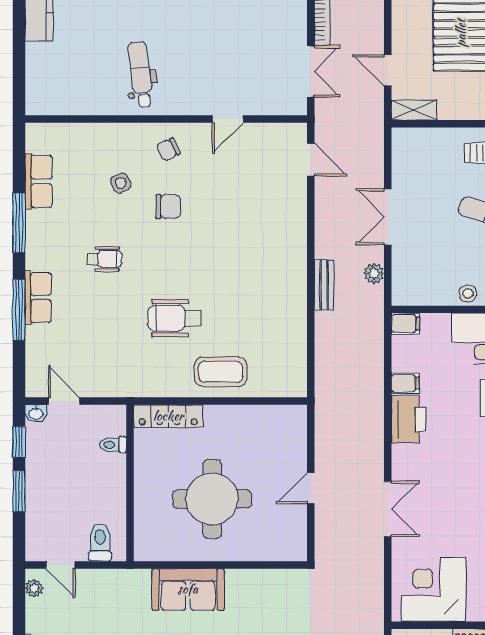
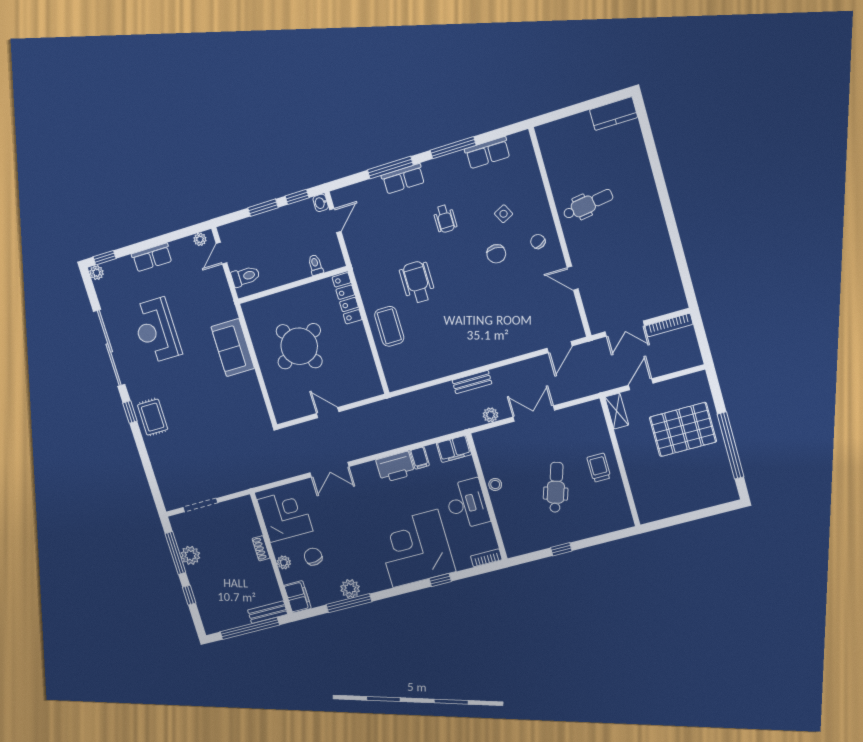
filing cabinet: (406, 324) -> (454, 449), width x2.00
round table: (212, 499) -> (299, 346), turned -31

